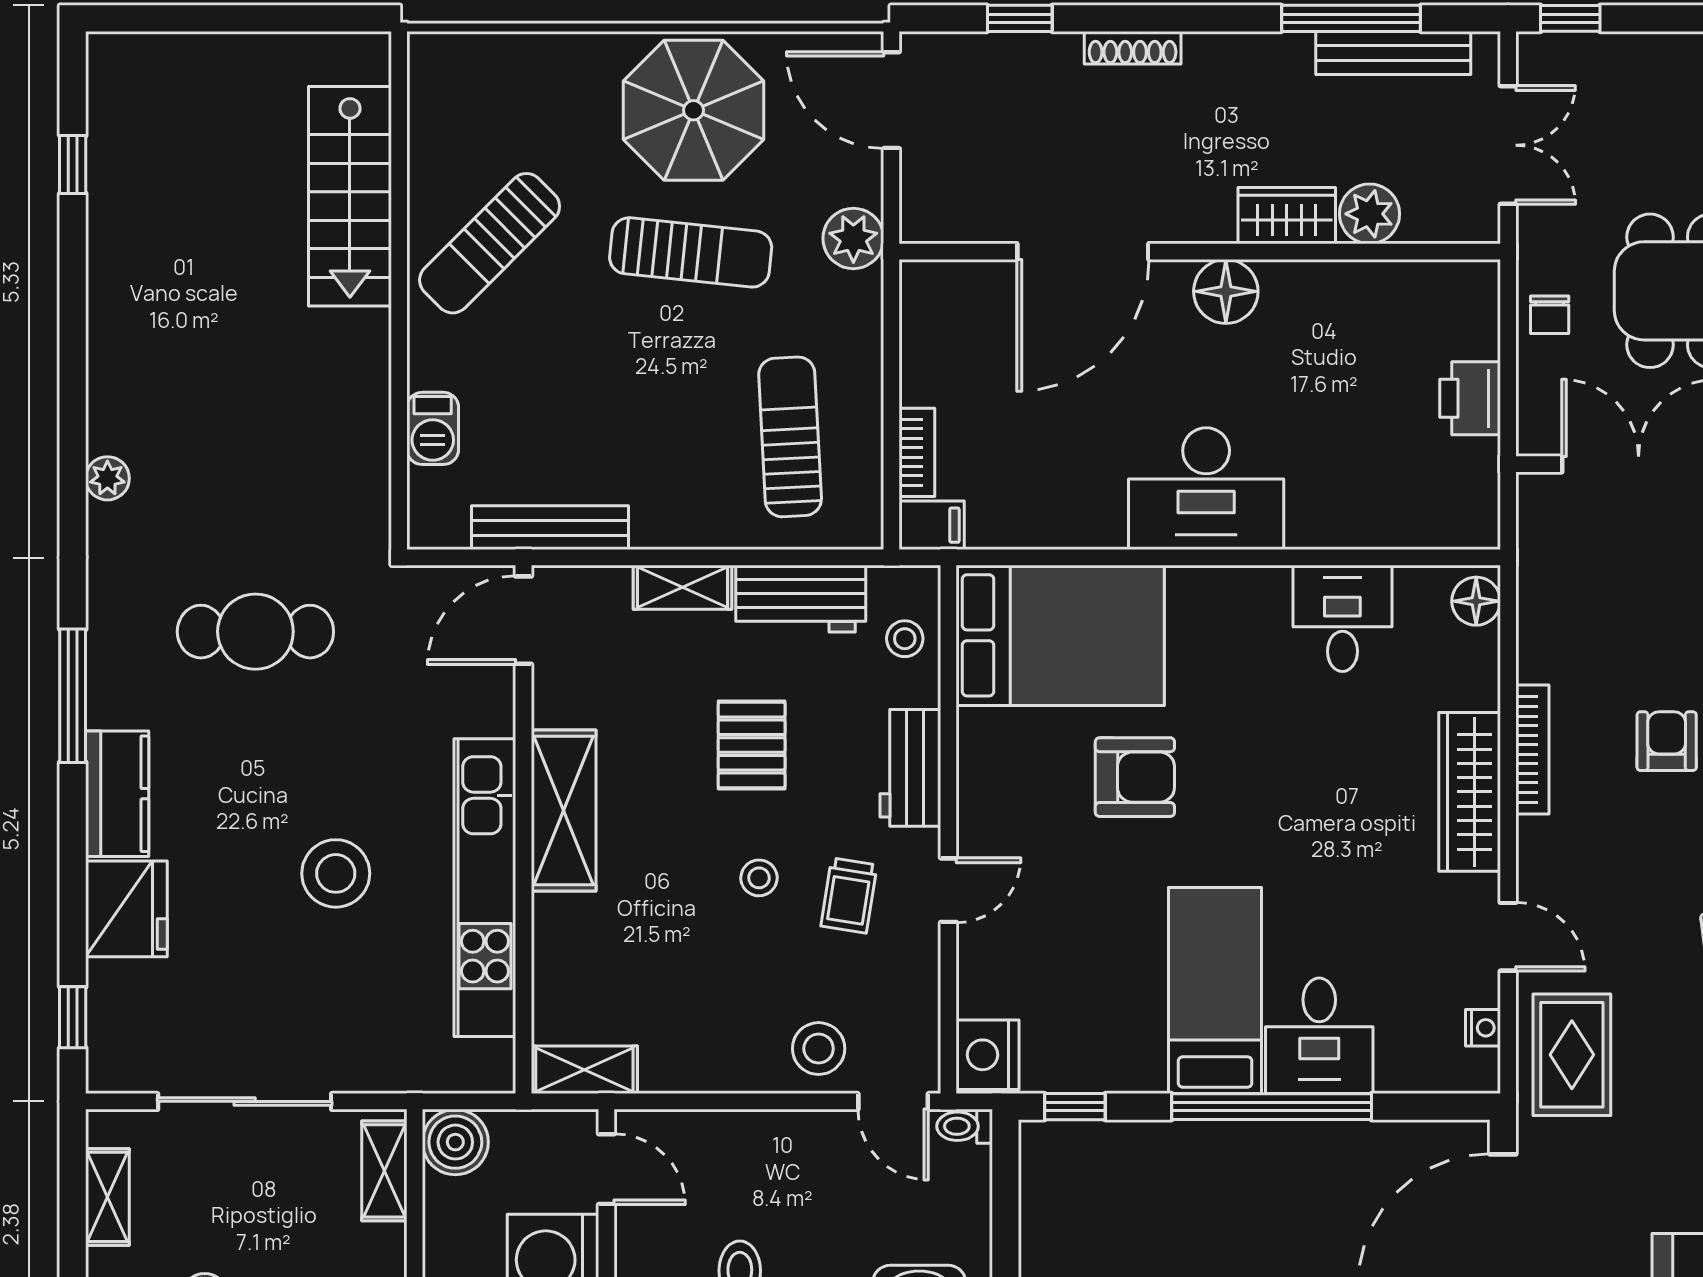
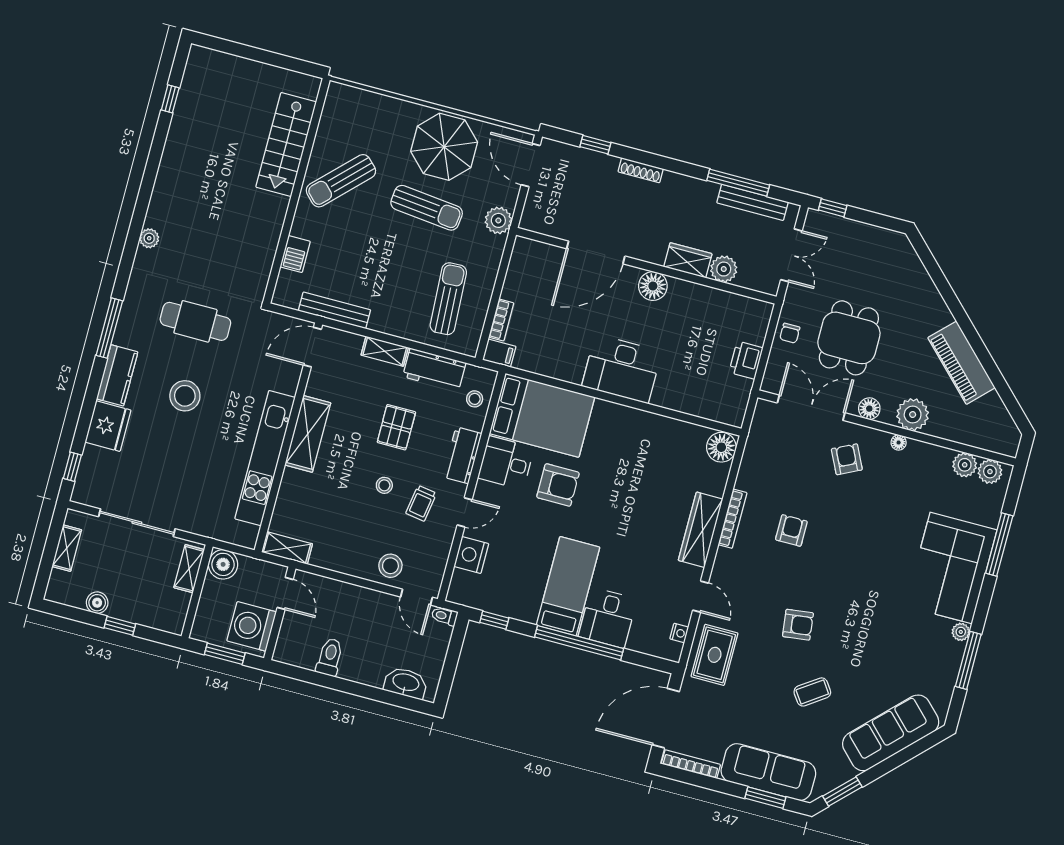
floor lamp: (1476, 601) -> (721, 447), width x1.38, depth x1.38
desk: (1342, 618) -> (506, 463), moved, turned -90
stool: (336, 873) -> (185, 396), moved
nightstand: (987, 1055) -> (471, 555), moved

